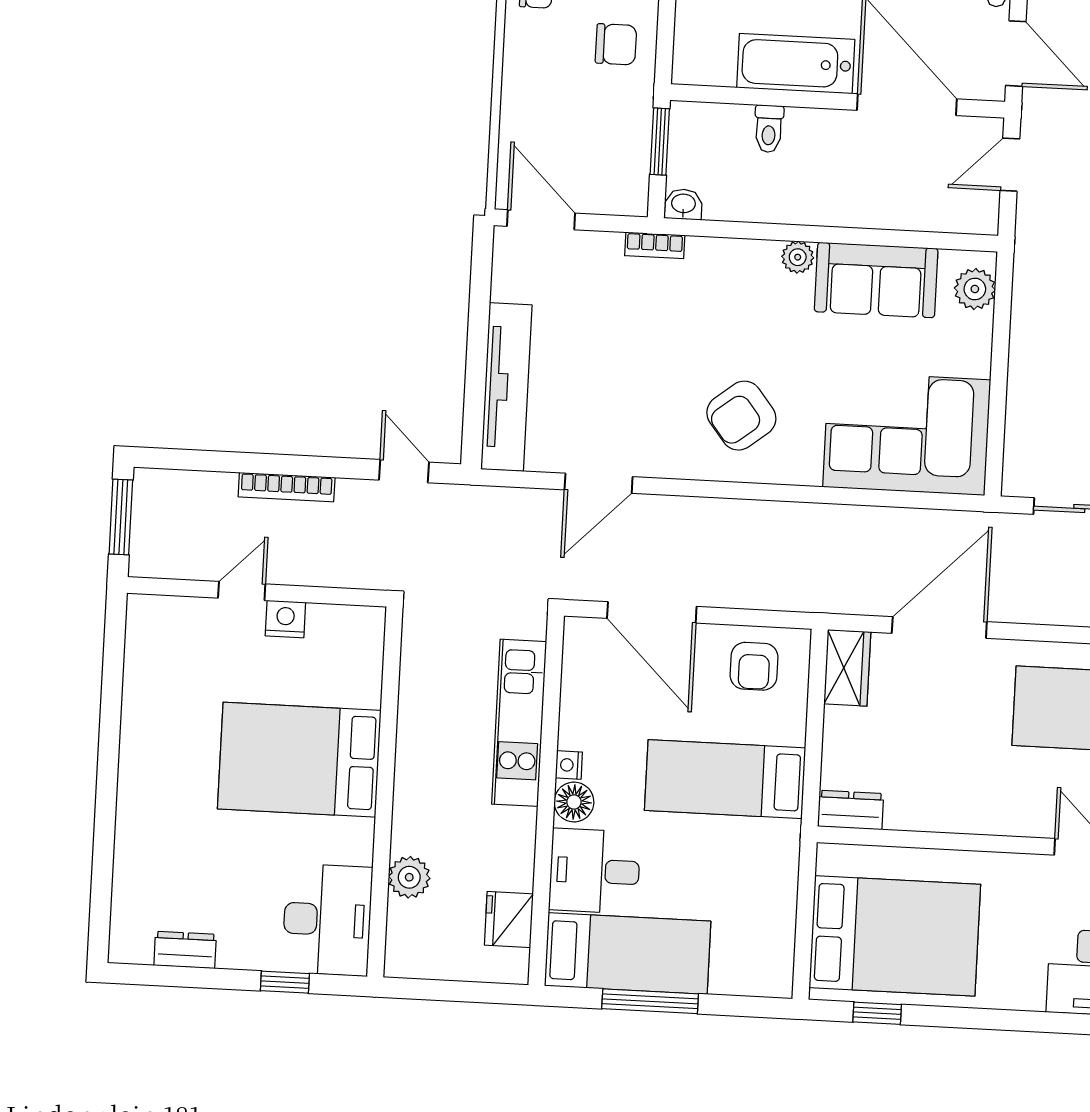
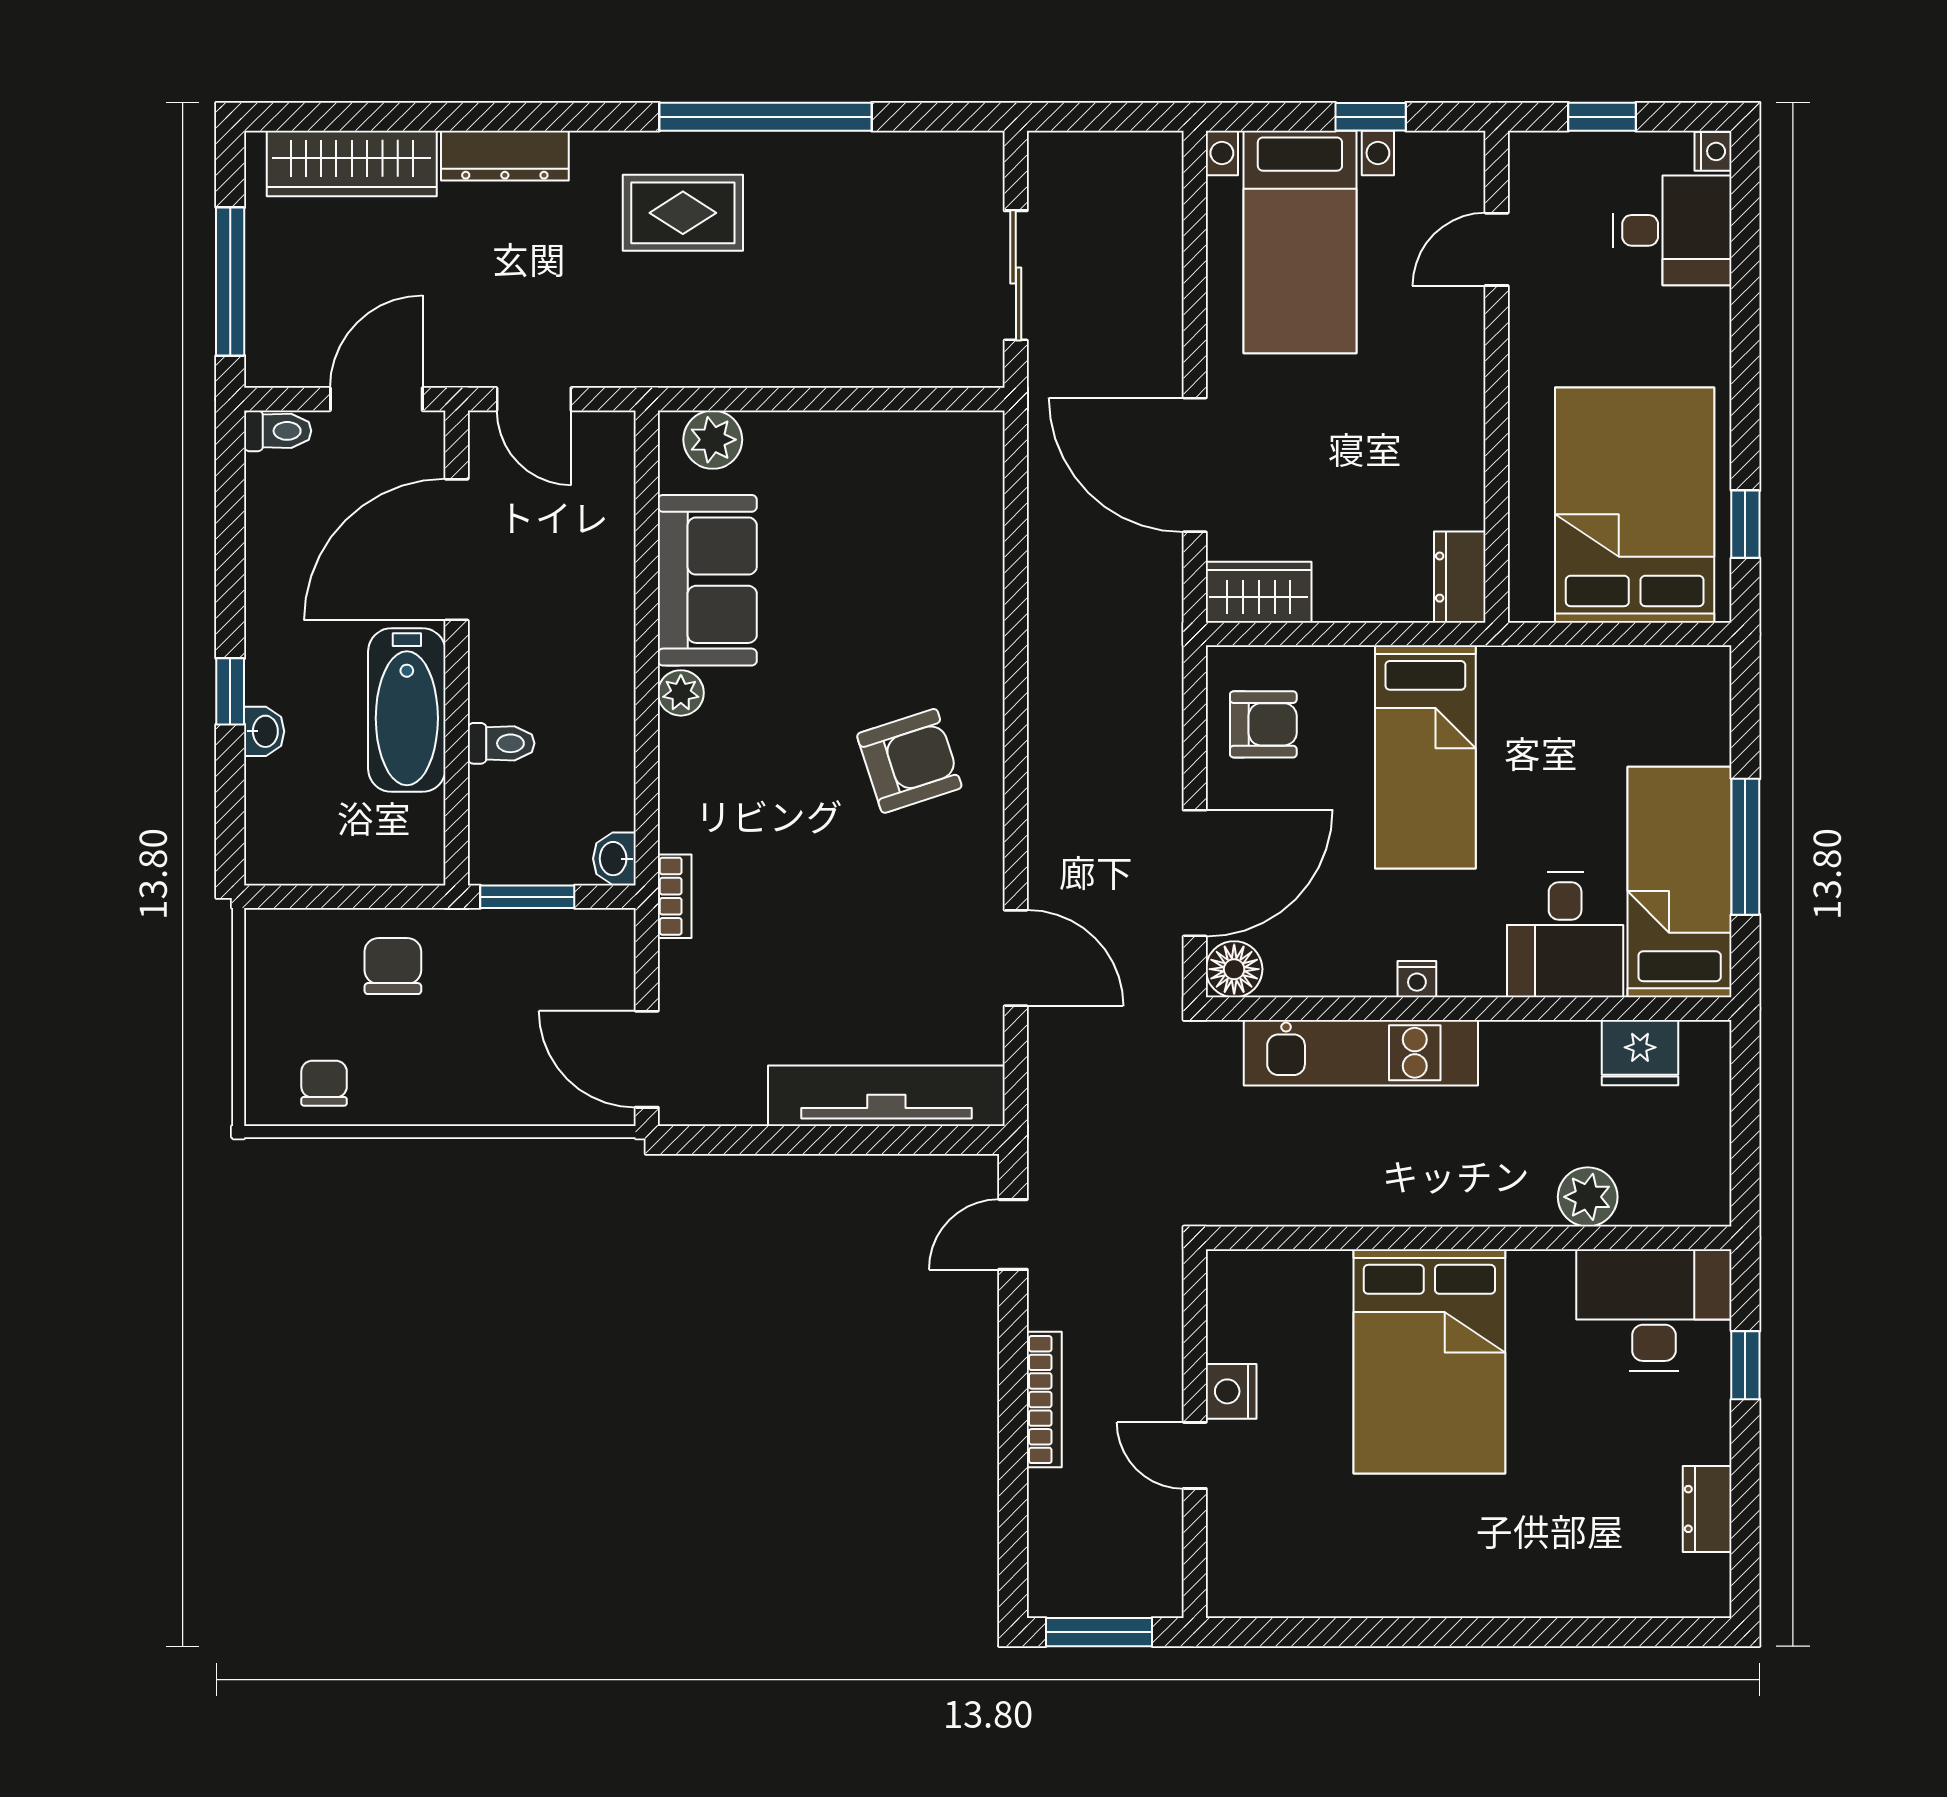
door: (541, 220) -> (647, 1059), hinge flipped
armchair: (741, 416) -> (909, 761), turned -70
corner sofa: (907, 434) -> (922, 525), removed
floor lamp: (574, 802) -> (1234, 969), moved

